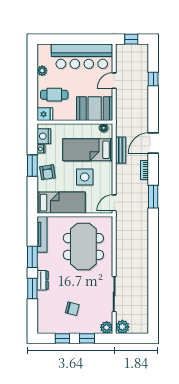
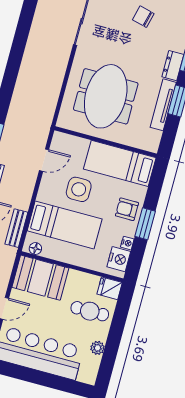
bench: (121, 150) -> (16, 228), moved
armchair: (48, 172) -> (127, 209), turned -82
door: (114, 203) -> (44, 160), moved
tv unit: (42, 234) -> (163, 105), moved

